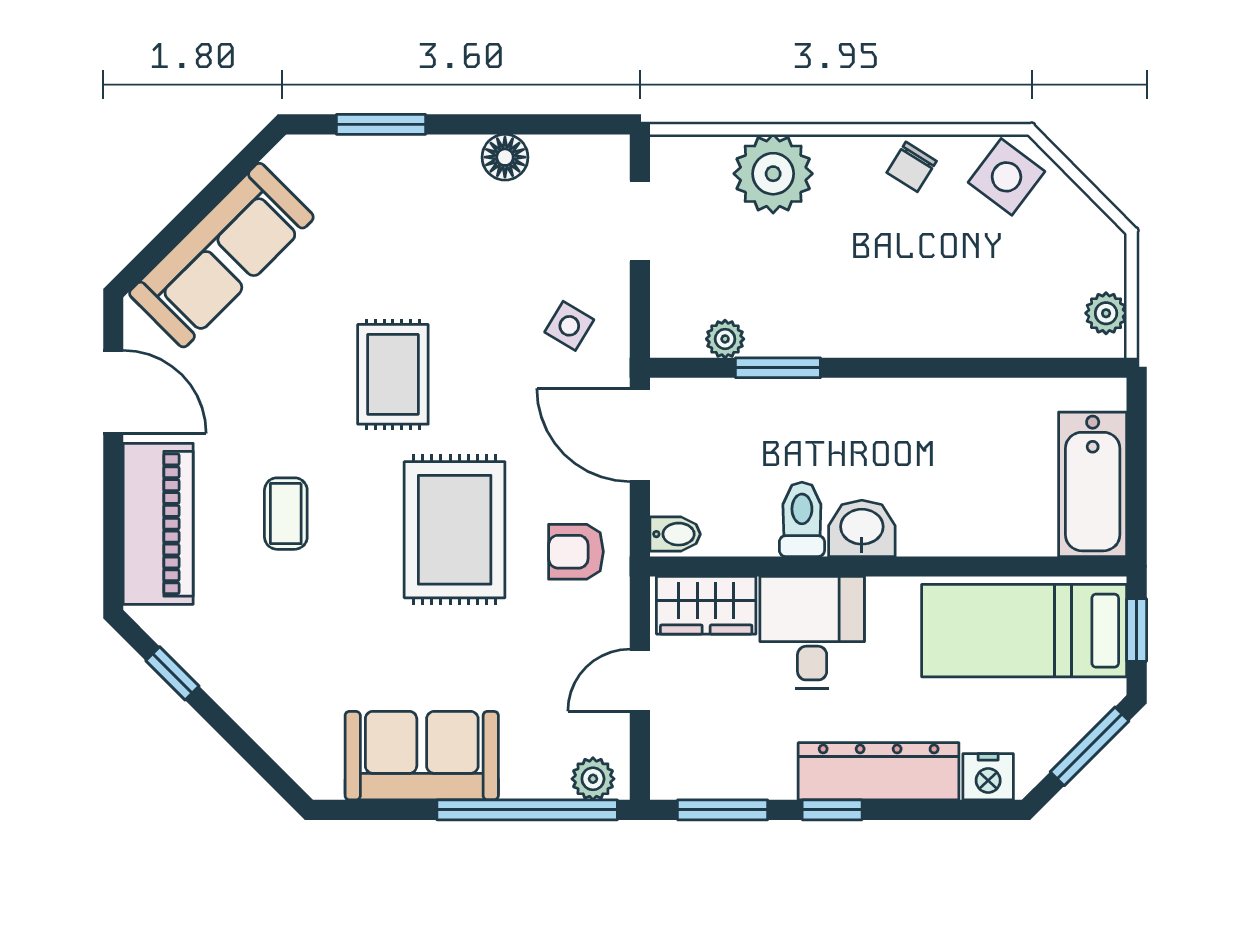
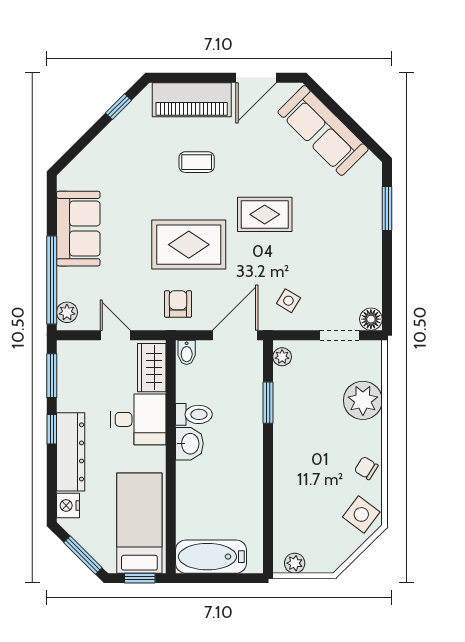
floor lamp: (505, 157) -> (371, 319), moved
plant: (725, 339) -> (282, 357), moved

